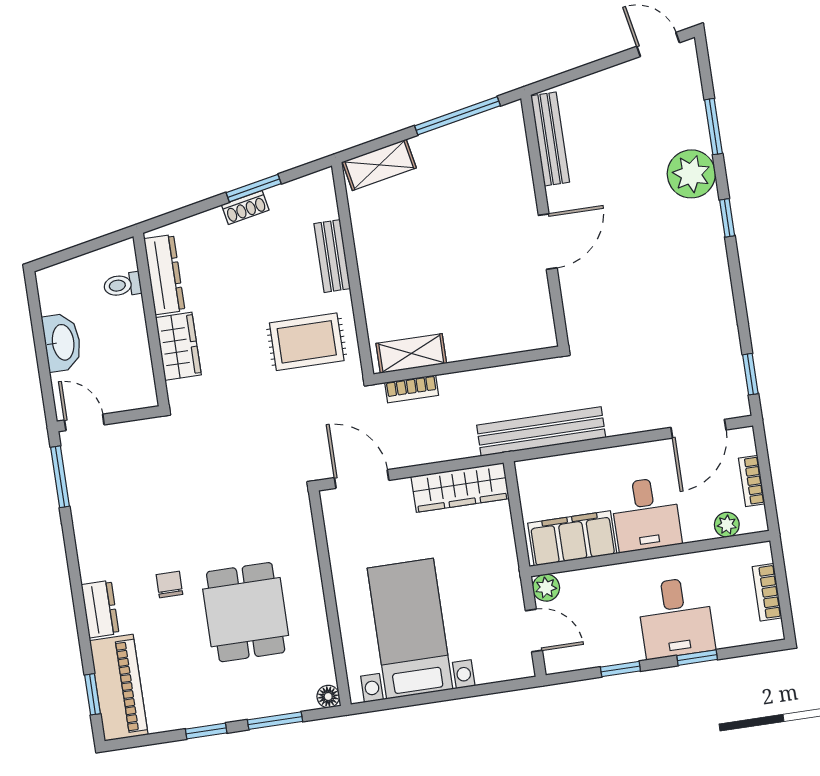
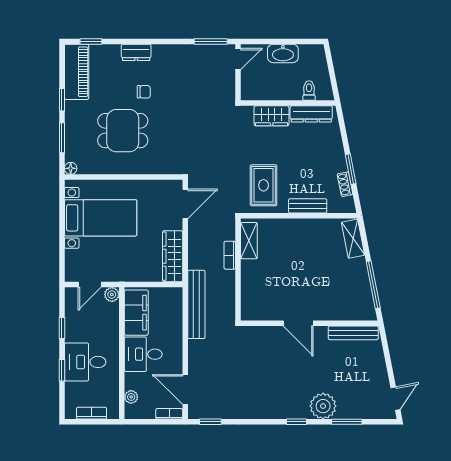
shoe rack: (245, 207) -> (345, 184), moved
bookcase: (412, 389) -> (230, 255), moved
bookcase: (752, 481) -> (169, 414), moved
piano: (119, 688) -> (77, 72), moved, turned -90

